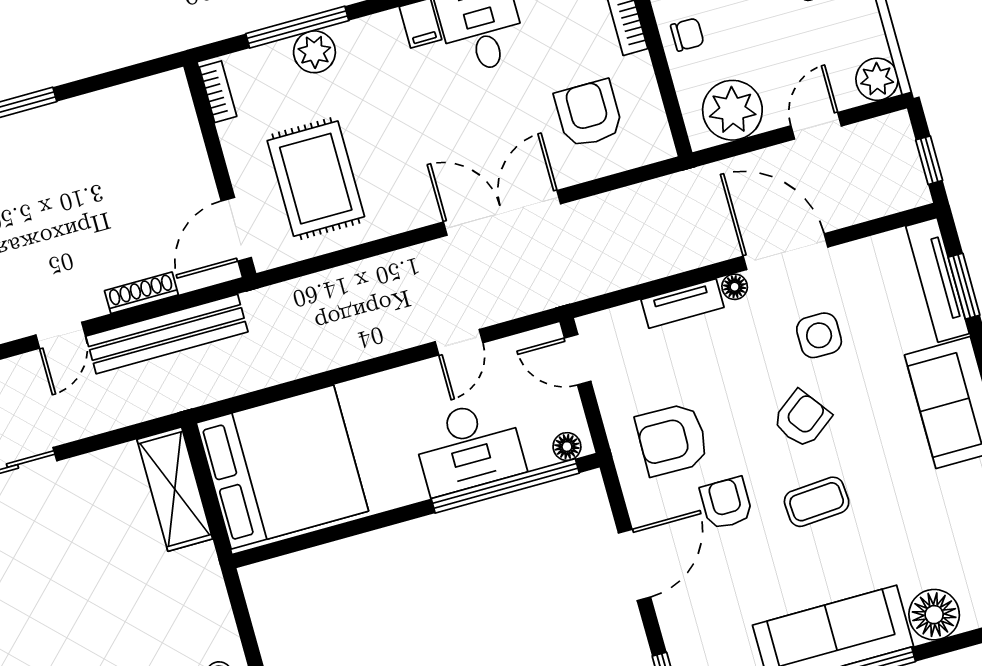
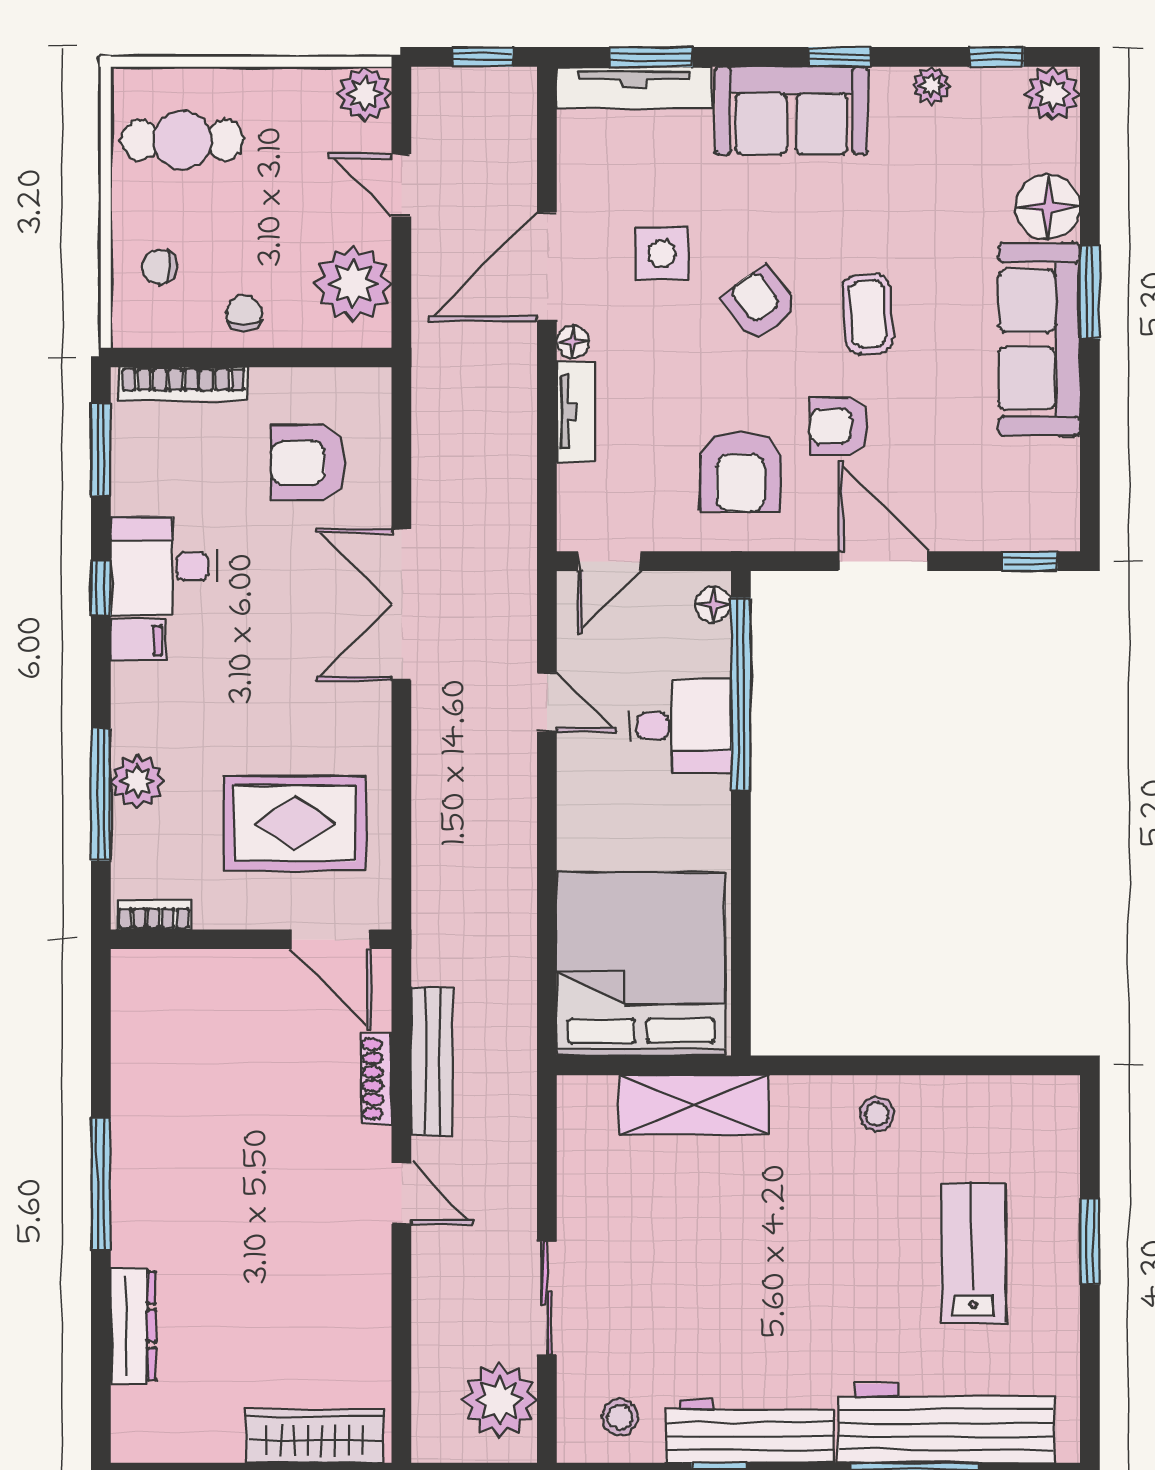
bench: (167, 334) -> (432, 1061), width x0.73, depth x0.82
desk: (469, 447) -> (680, 726), width x0.73
shelving: (175, 489) -> (694, 1105), moved

